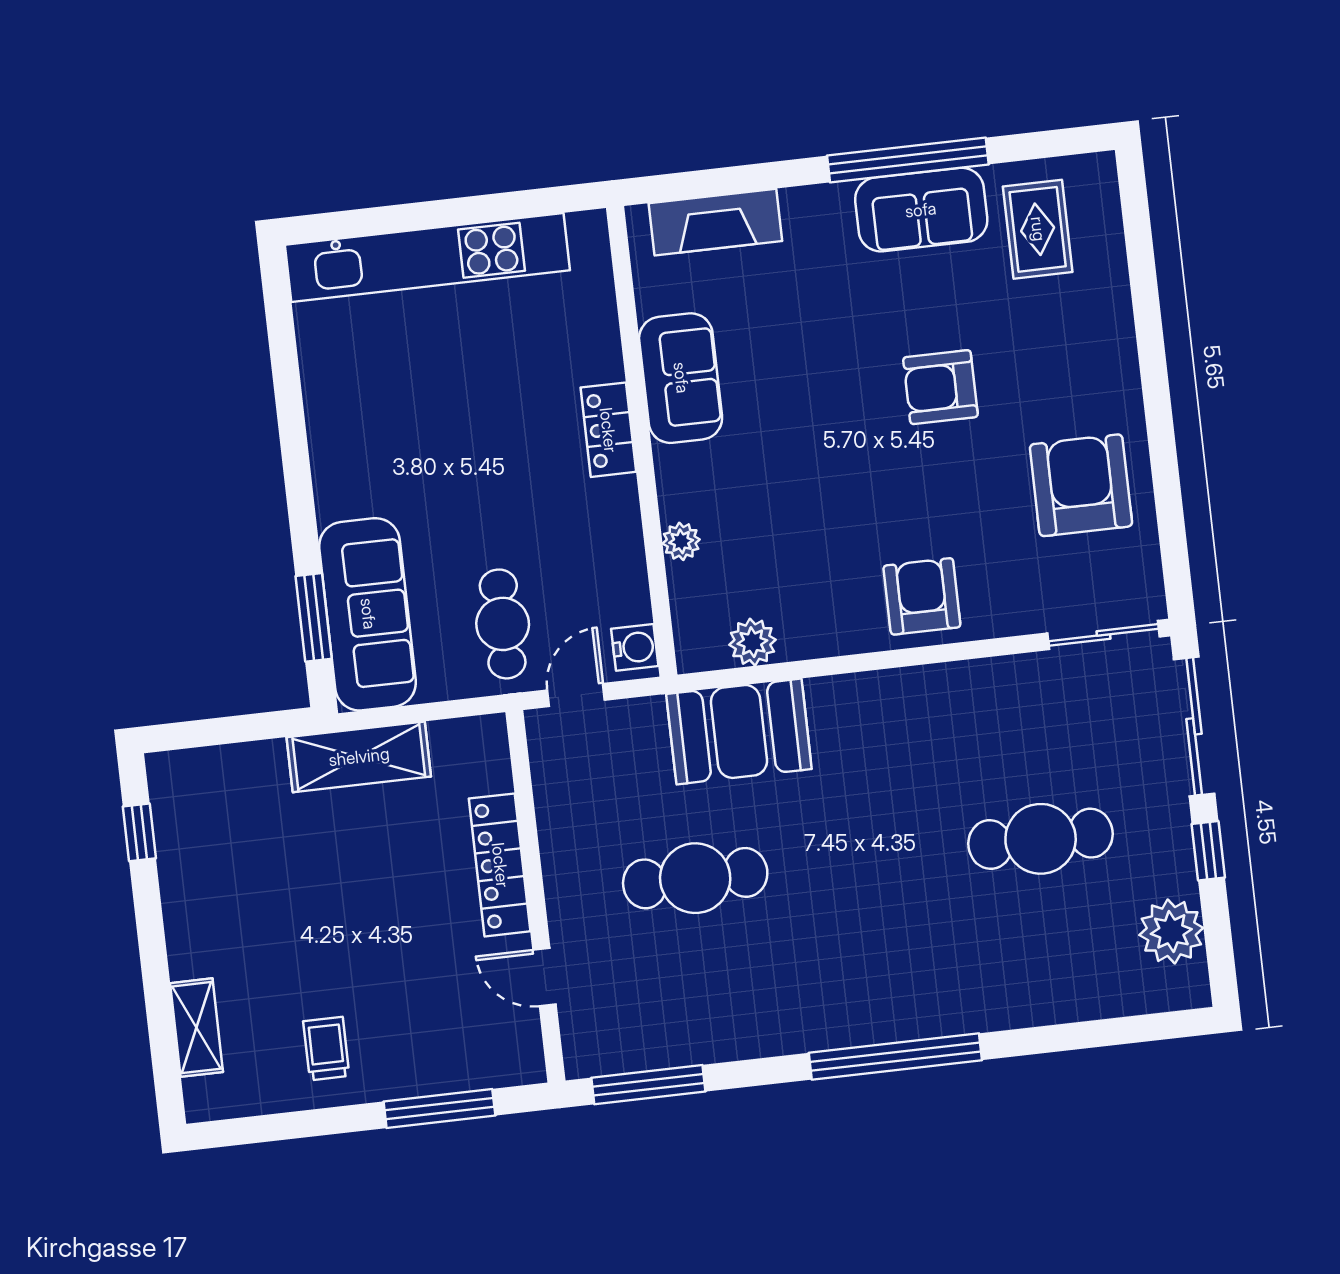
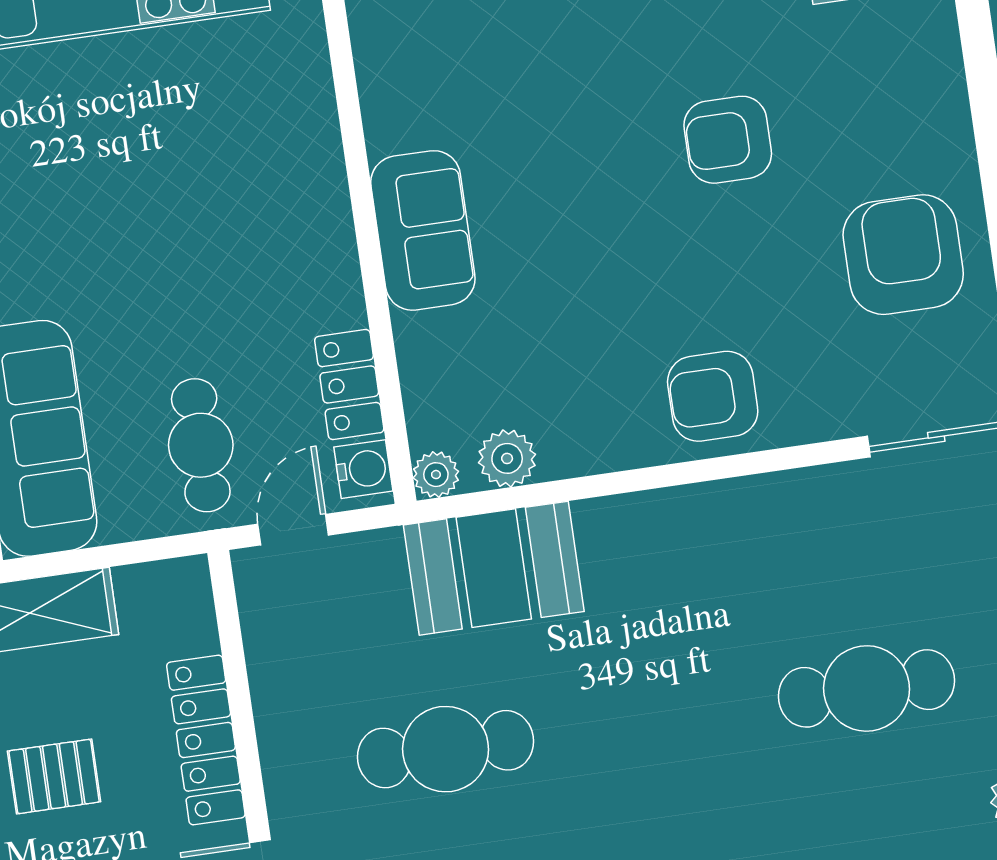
sofa: (681, 378) -> (423, 230), moved
locker: (608, 430) -> (349, 385), moved
plant: (681, 541) -> (436, 475), moved
armchair: (922, 596) -> (713, 396), turned -90
pallet: (375, 891) -> (54, 776), added

